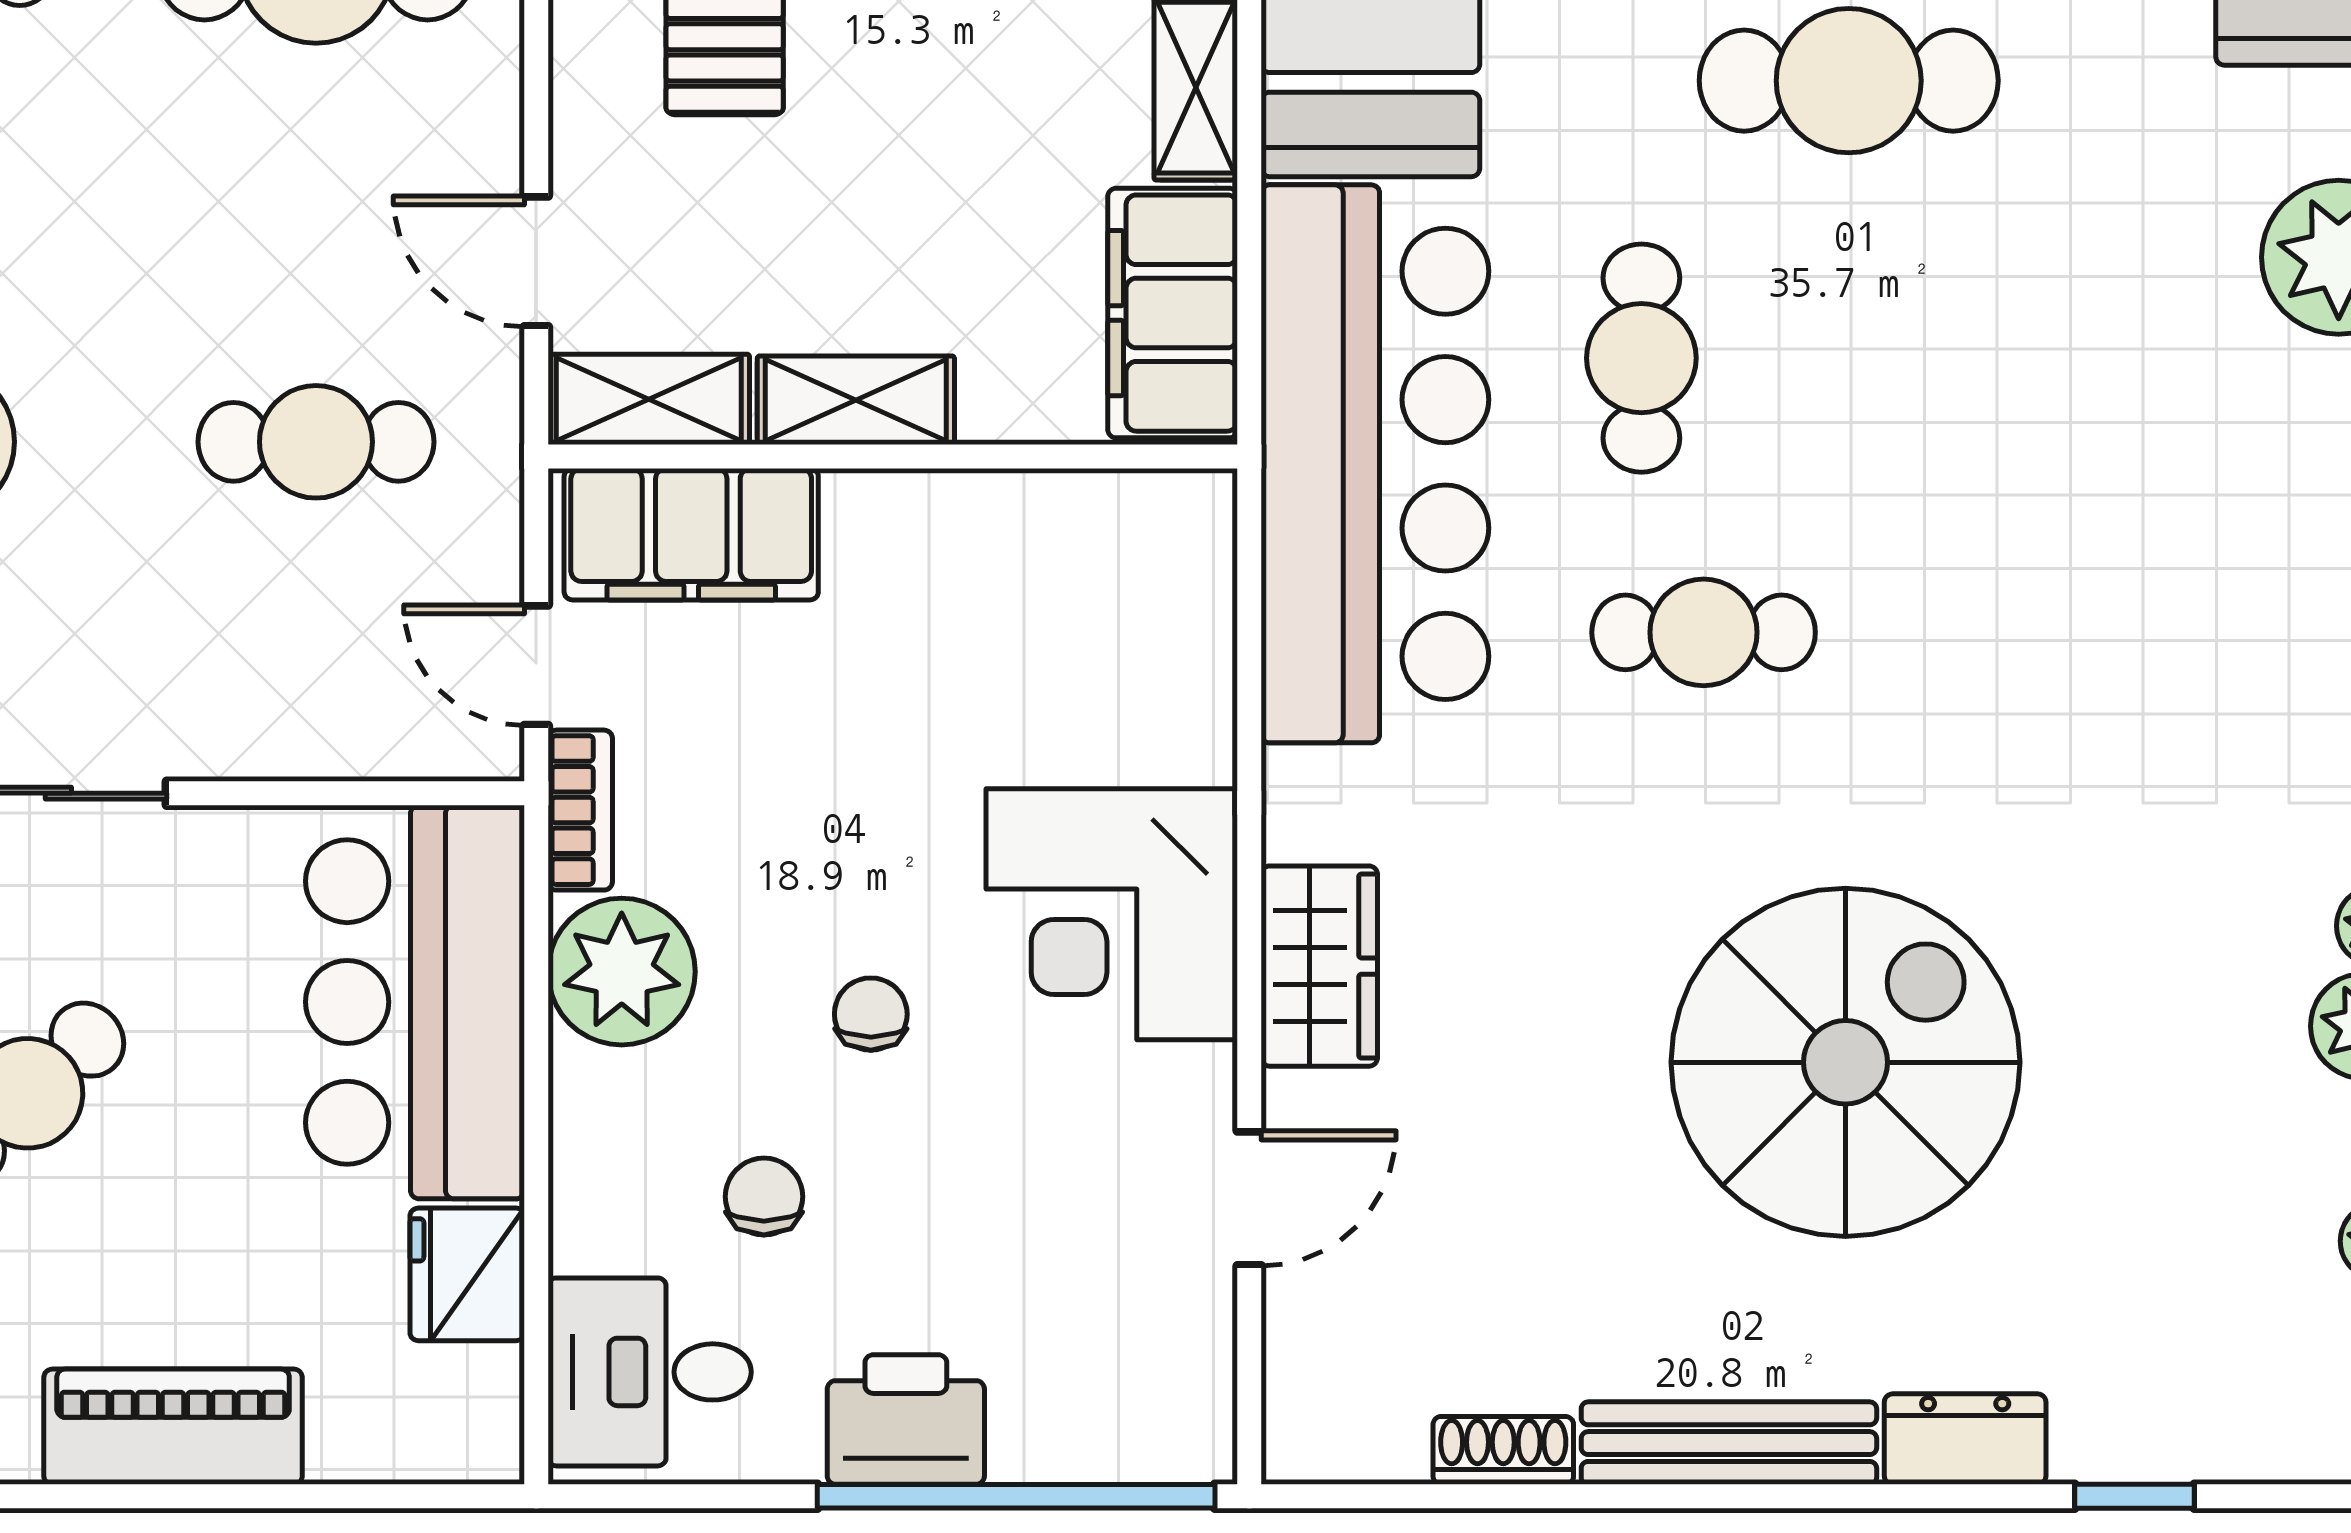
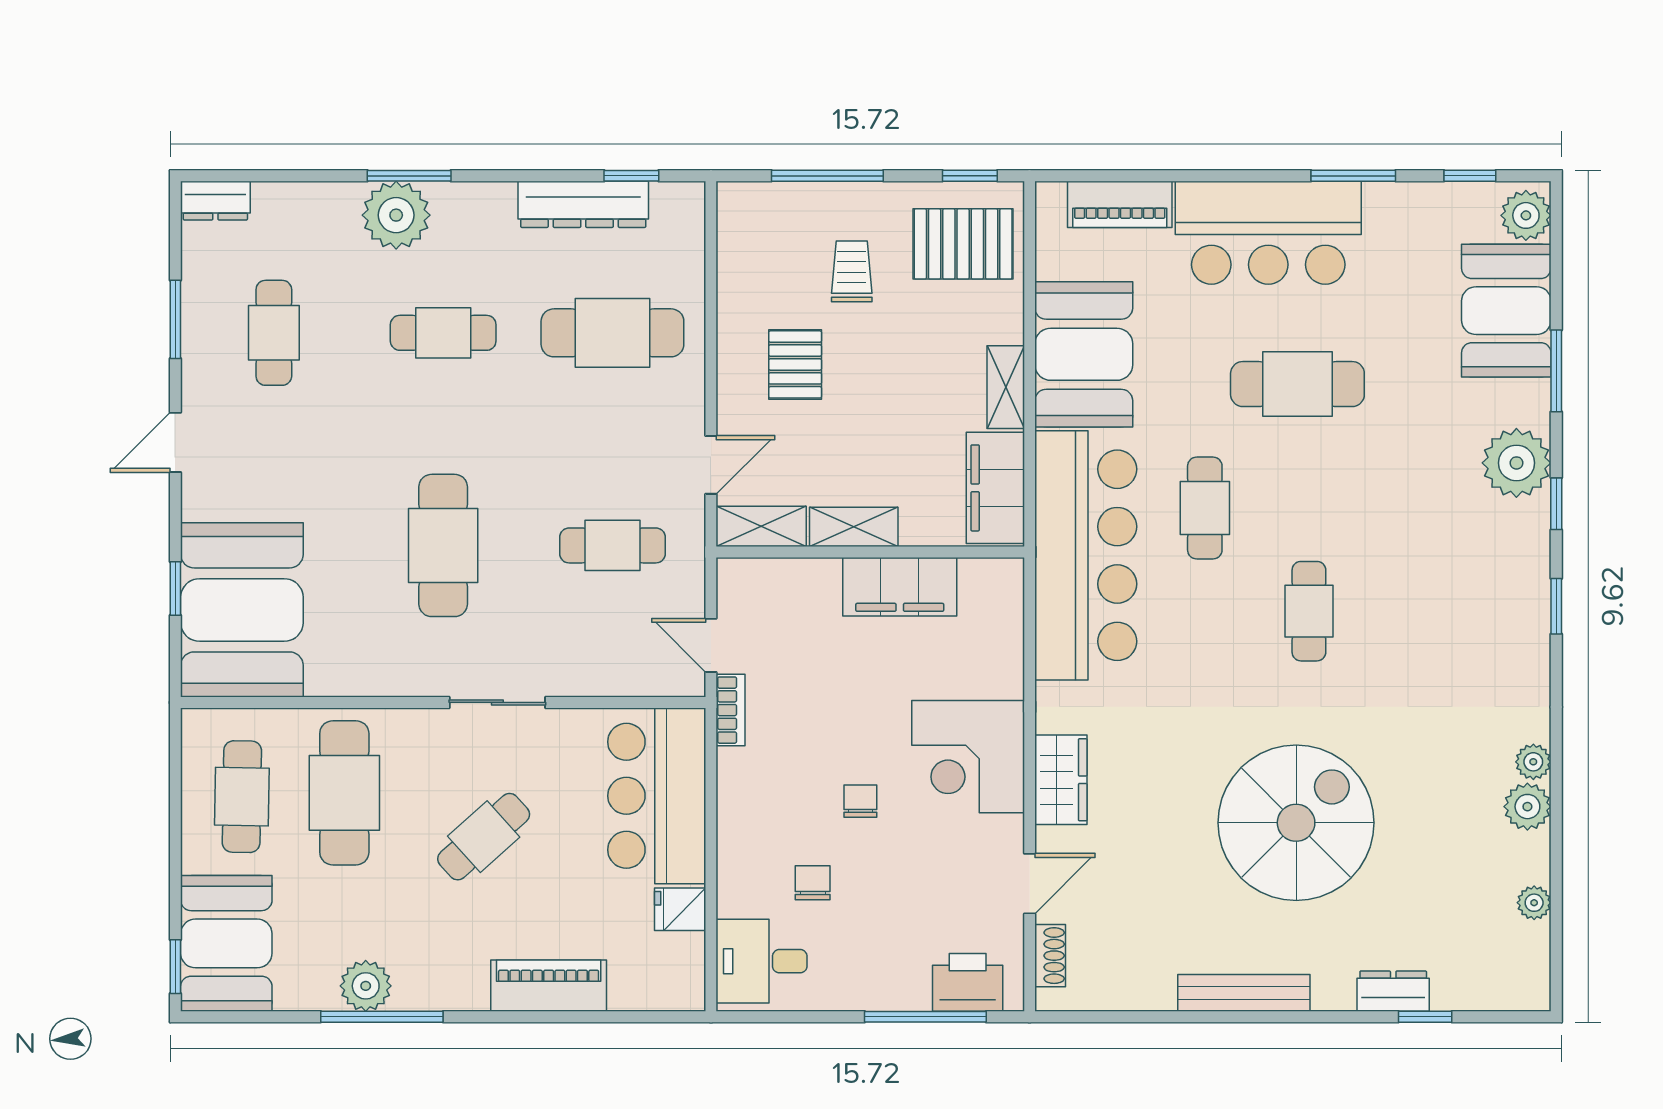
door: (536, 261) -> (711, 465), swing flipped
filing cabinet: (691, 534) -> (900, 587), moved
cafe table: (1704, 632) -> (1309, 611), moved, turned 90
plant: (622, 972) -> (749, 782), removed
fridge: (467, 1274) -> (680, 909), width x0.72
printer: (906, 1420) -> (968, 982), moved
dresser: (1965, 1439) -> (1393, 991), moved
shoe rack: (1503, 1450) -> (1050, 956), moved, turned 90
window: (1016, 1496) -> (925, 1017), width x0.68

